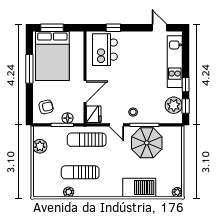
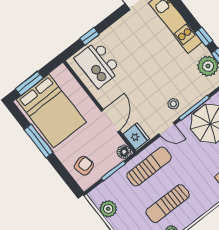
floor lamp: (68, 118) -> (124, 152), moved
sun lounger: (87, 140) -> (149, 167), turned 180

